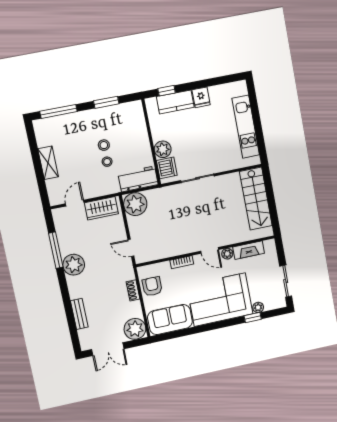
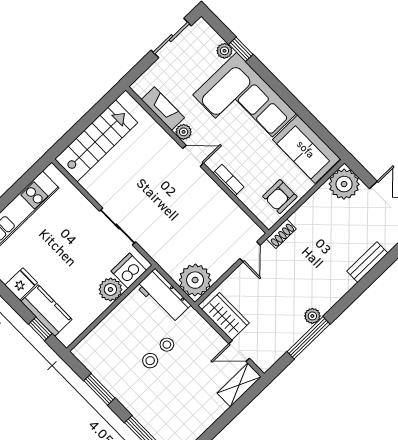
shelving: (48, 163) -> (239, 385), moved
door: (210, 250) -> (193, 156), hinge flipped
plant: (74, 265) -> (312, 316), width x0.53, depth x0.53
shoe rack: (133, 290) -> (281, 234), moved

